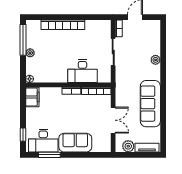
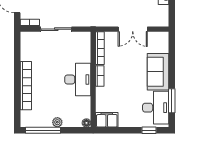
desk: (82, 71) -> (78, 80), moved
double door: (113, 120) -> (133, 29), swing flipped
plant: (128, 146) -> (162, 12), removed

